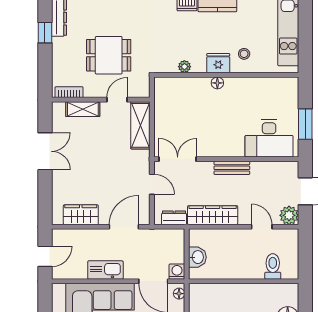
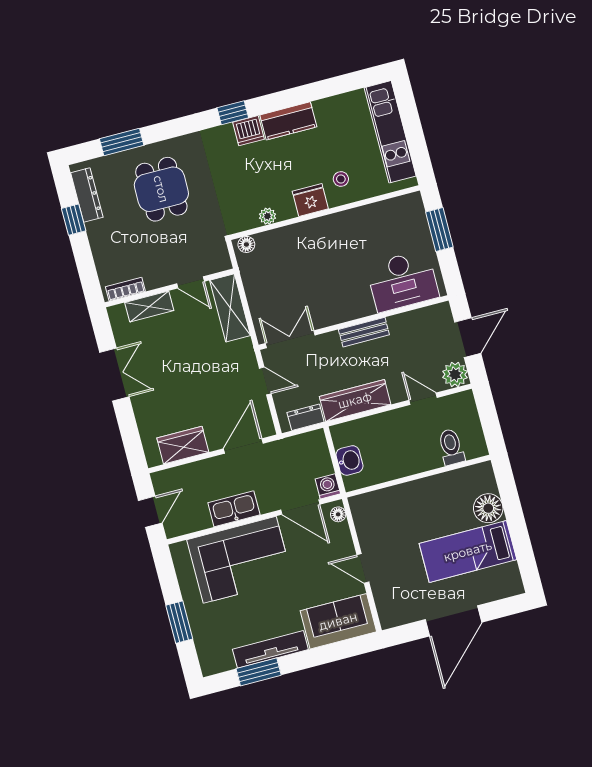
dining table: (109, 55) -> (161, 189), moved, turned 90
floor lamp: (217, 83) -> (246, 244), moved
door: (117, 100) -> (191, 282), swing flipped
window: (305, 124) -> (439, 229), moved

